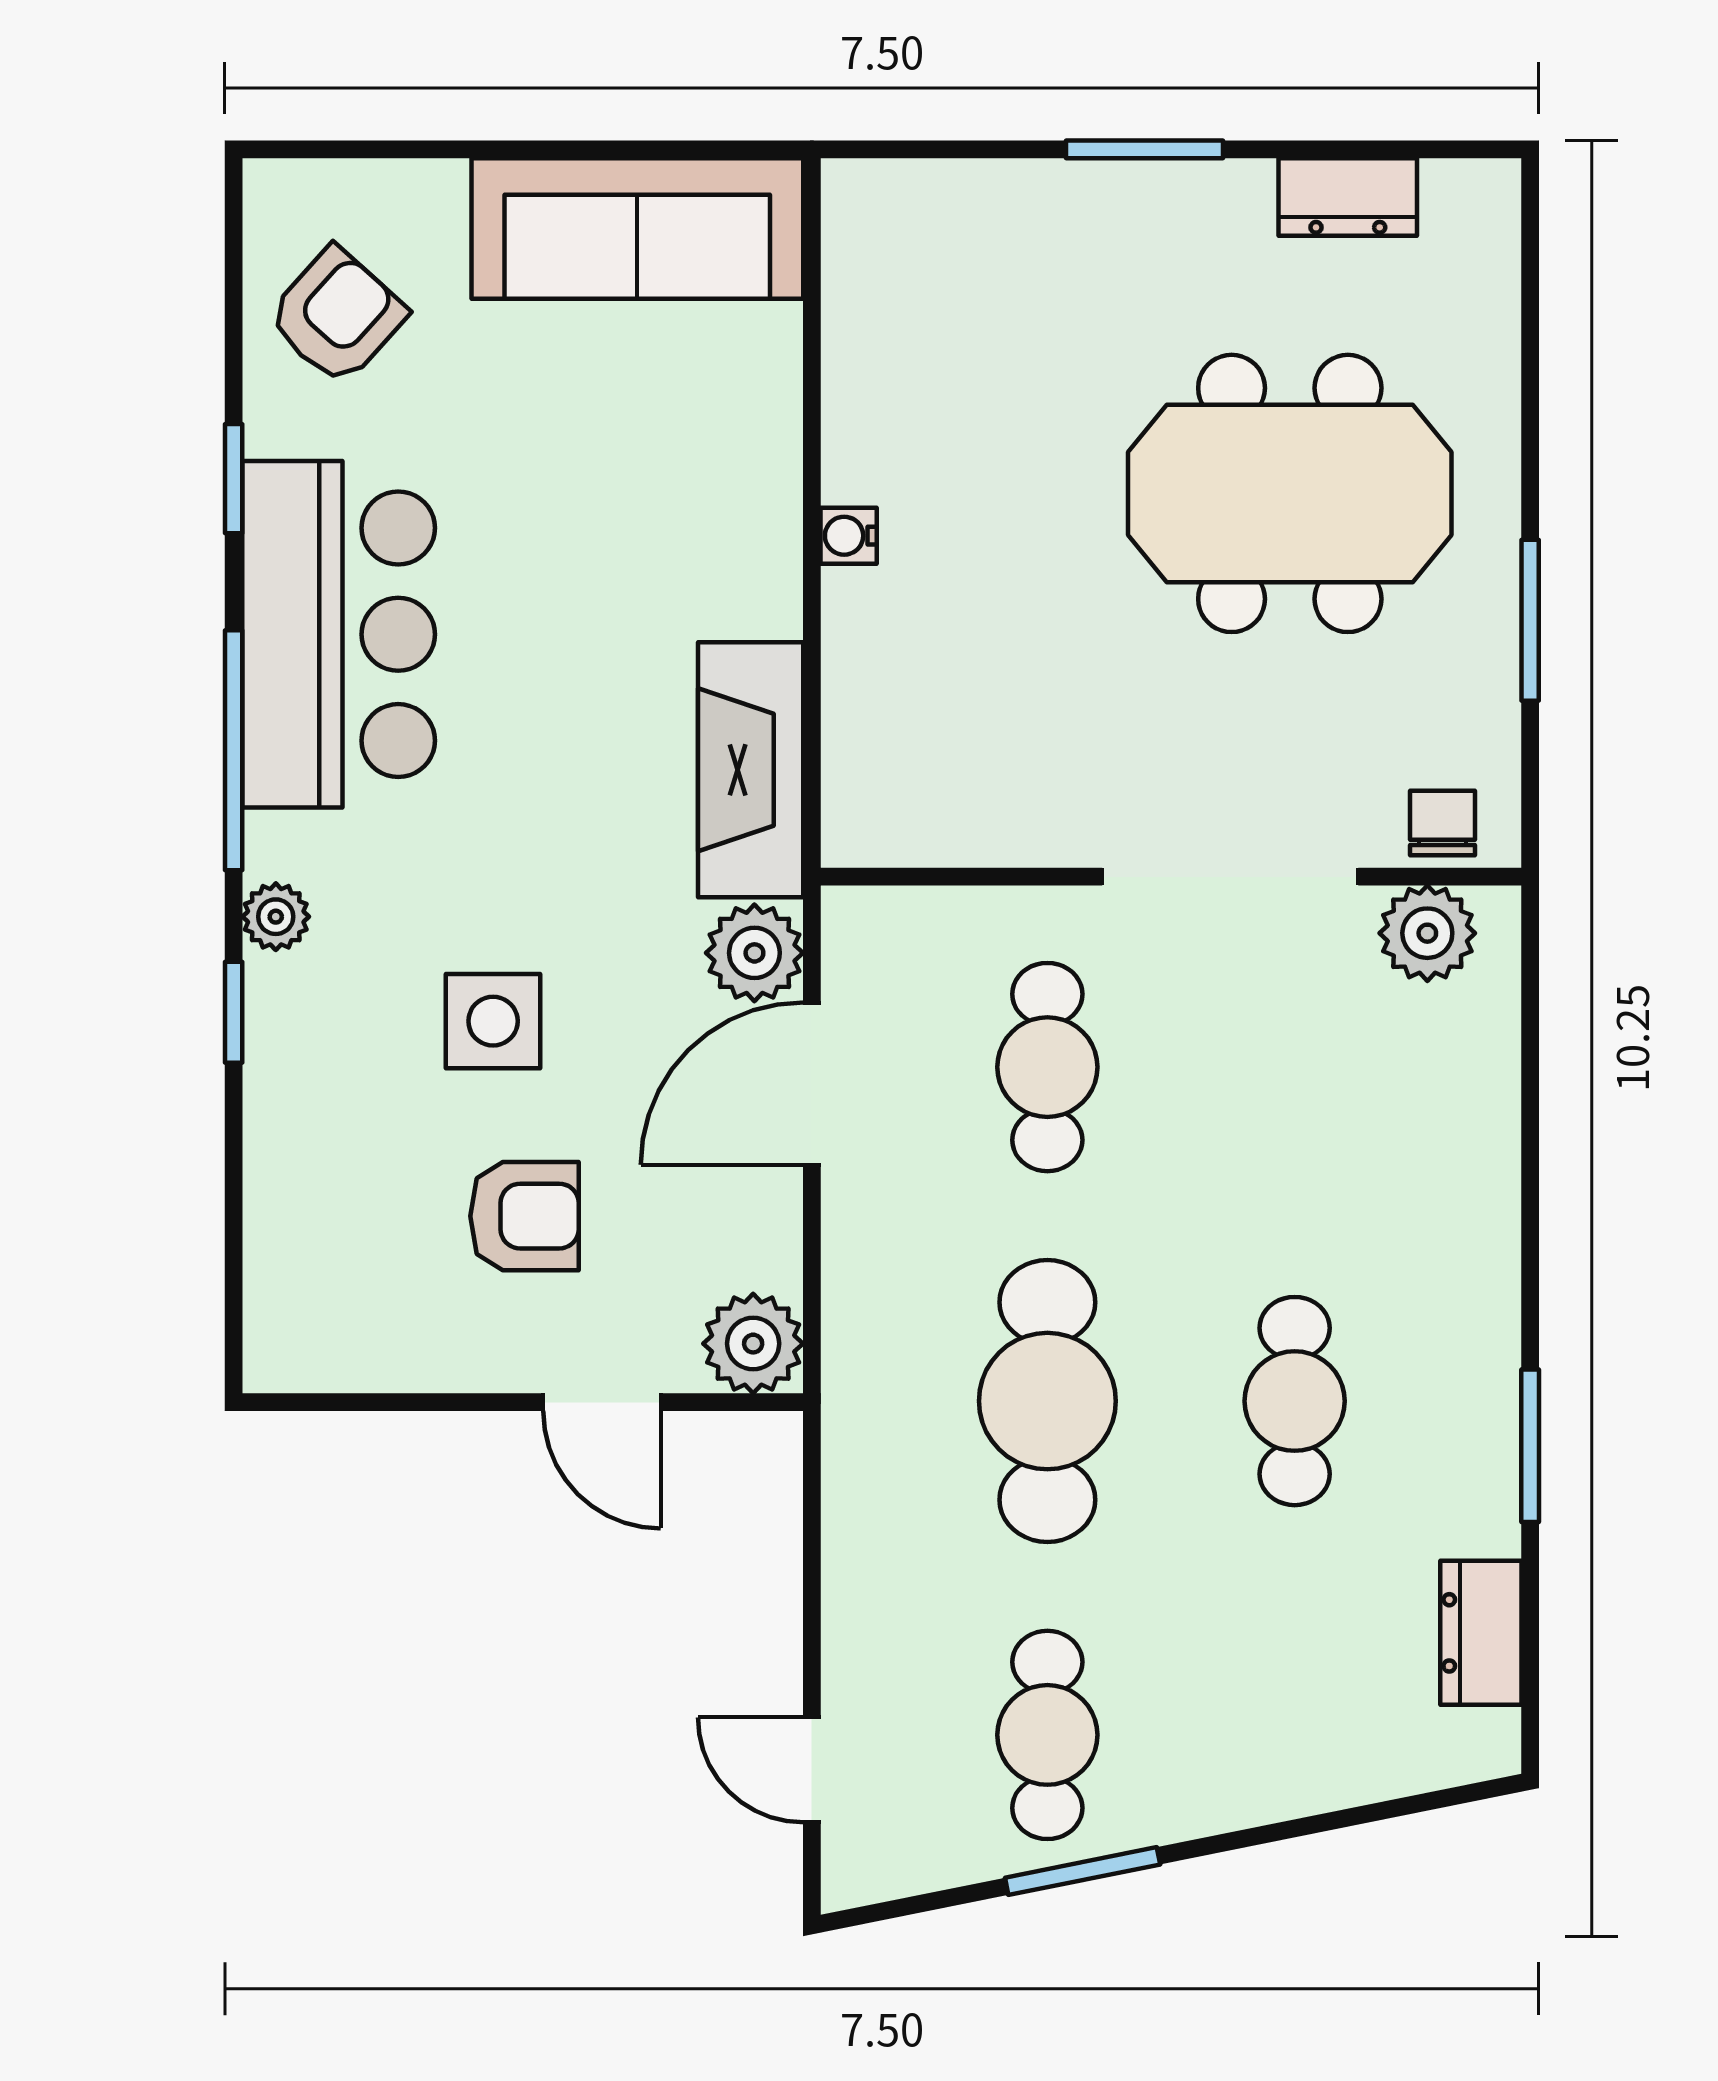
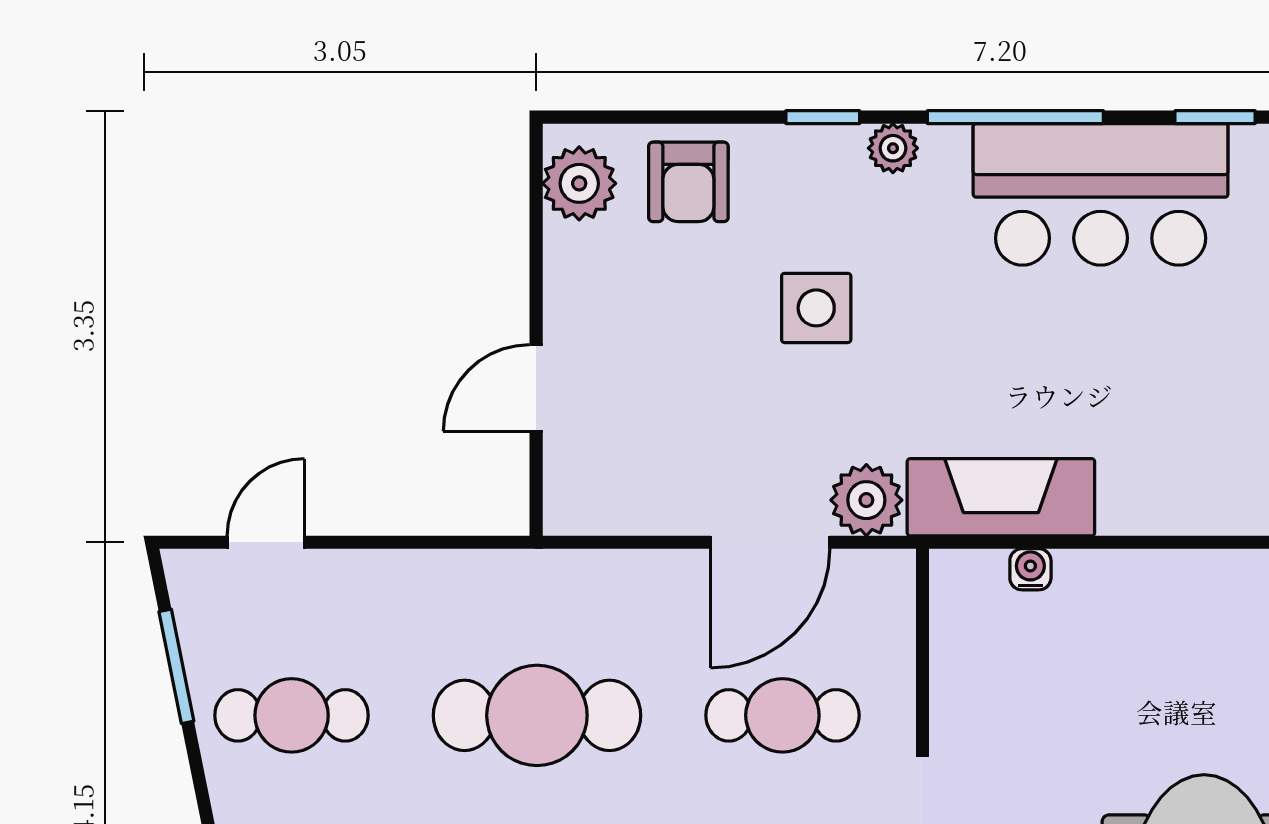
water cooler: (849, 536) -> (1030, 569), moved
door: (812, 1084) -> (770, 542), swing flipped
armchair: (525, 1216) -> (688, 182), moved
plant: (753, 1344) -> (579, 183), moved
window: (1083, 1871) -> (176, 666), moved

